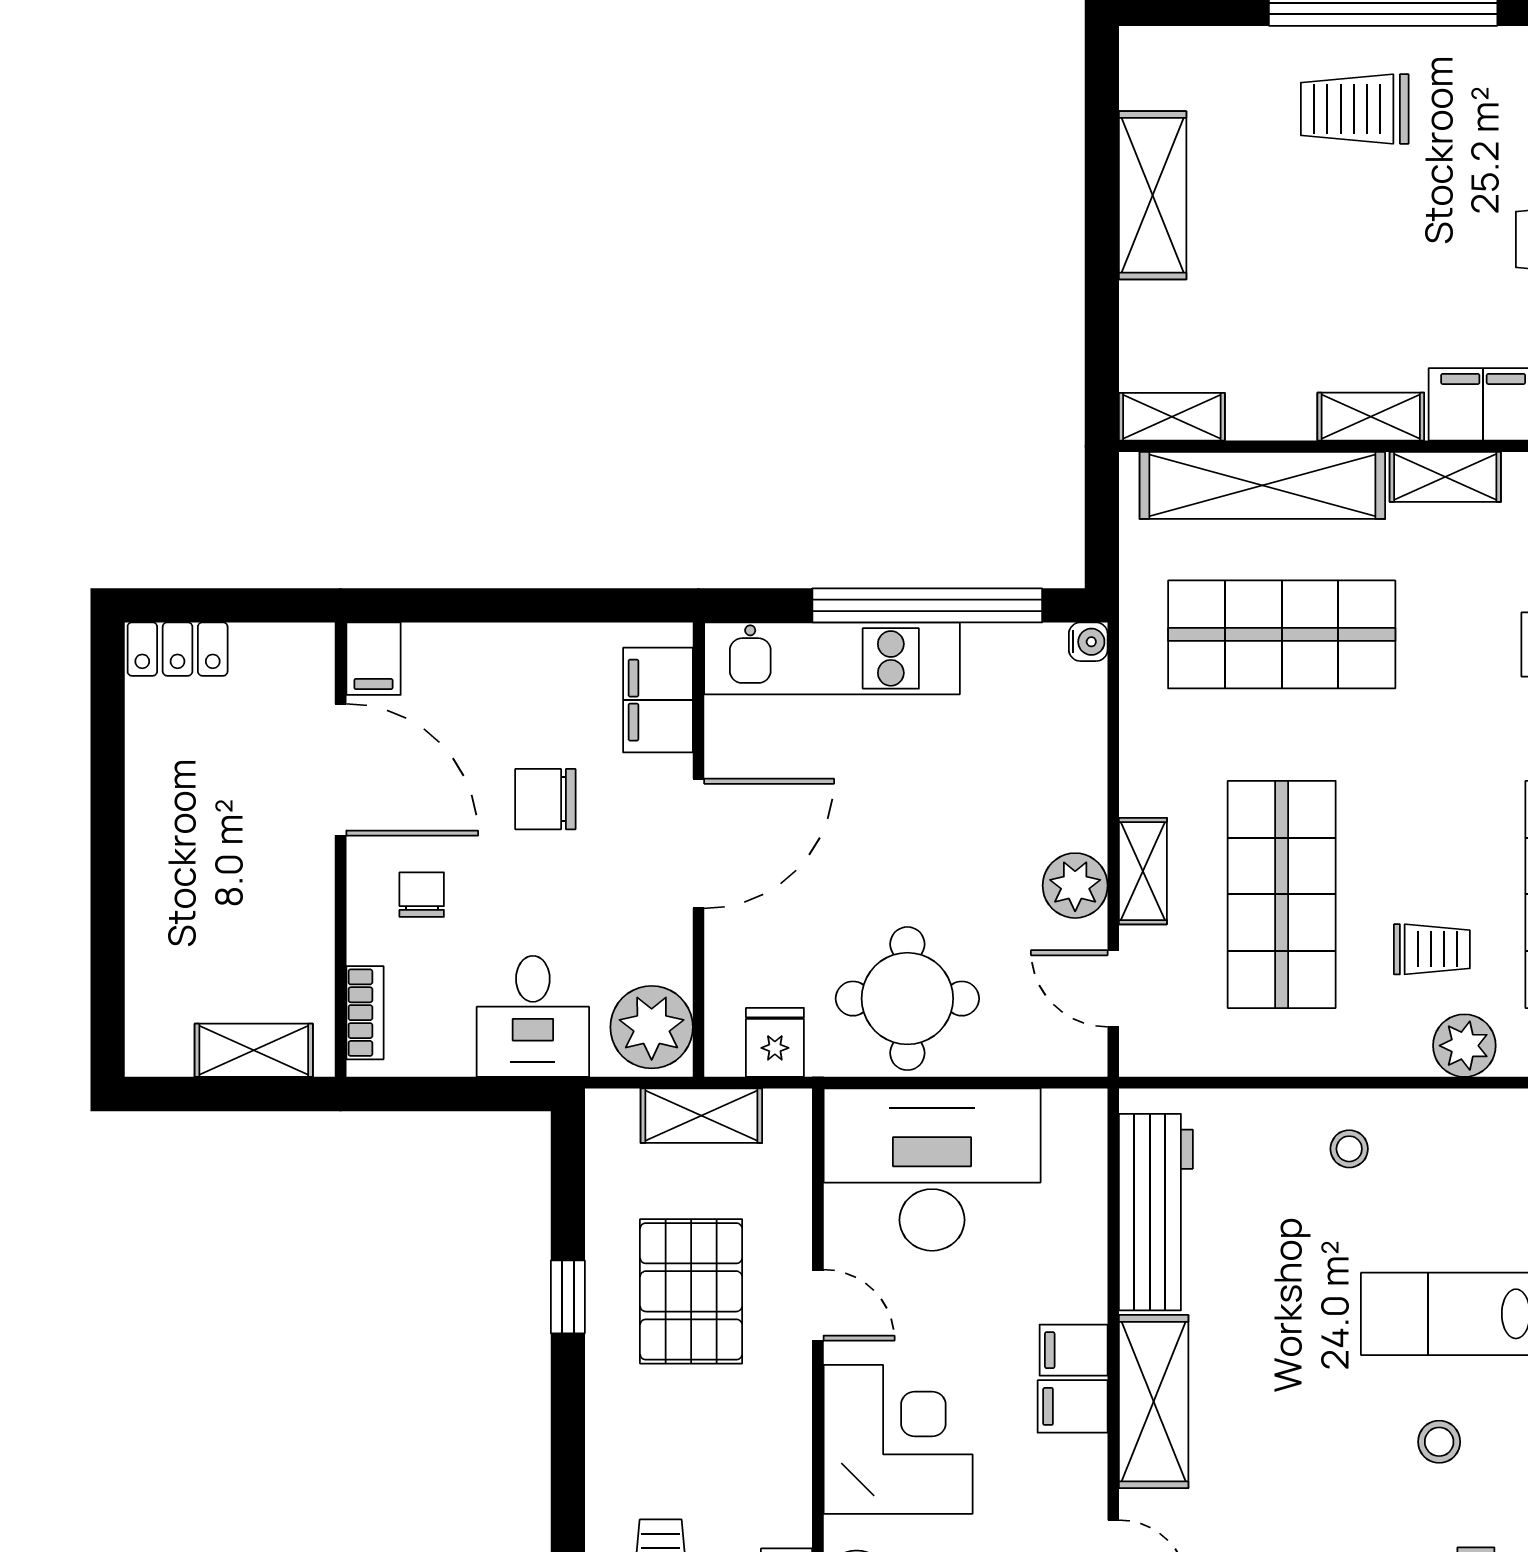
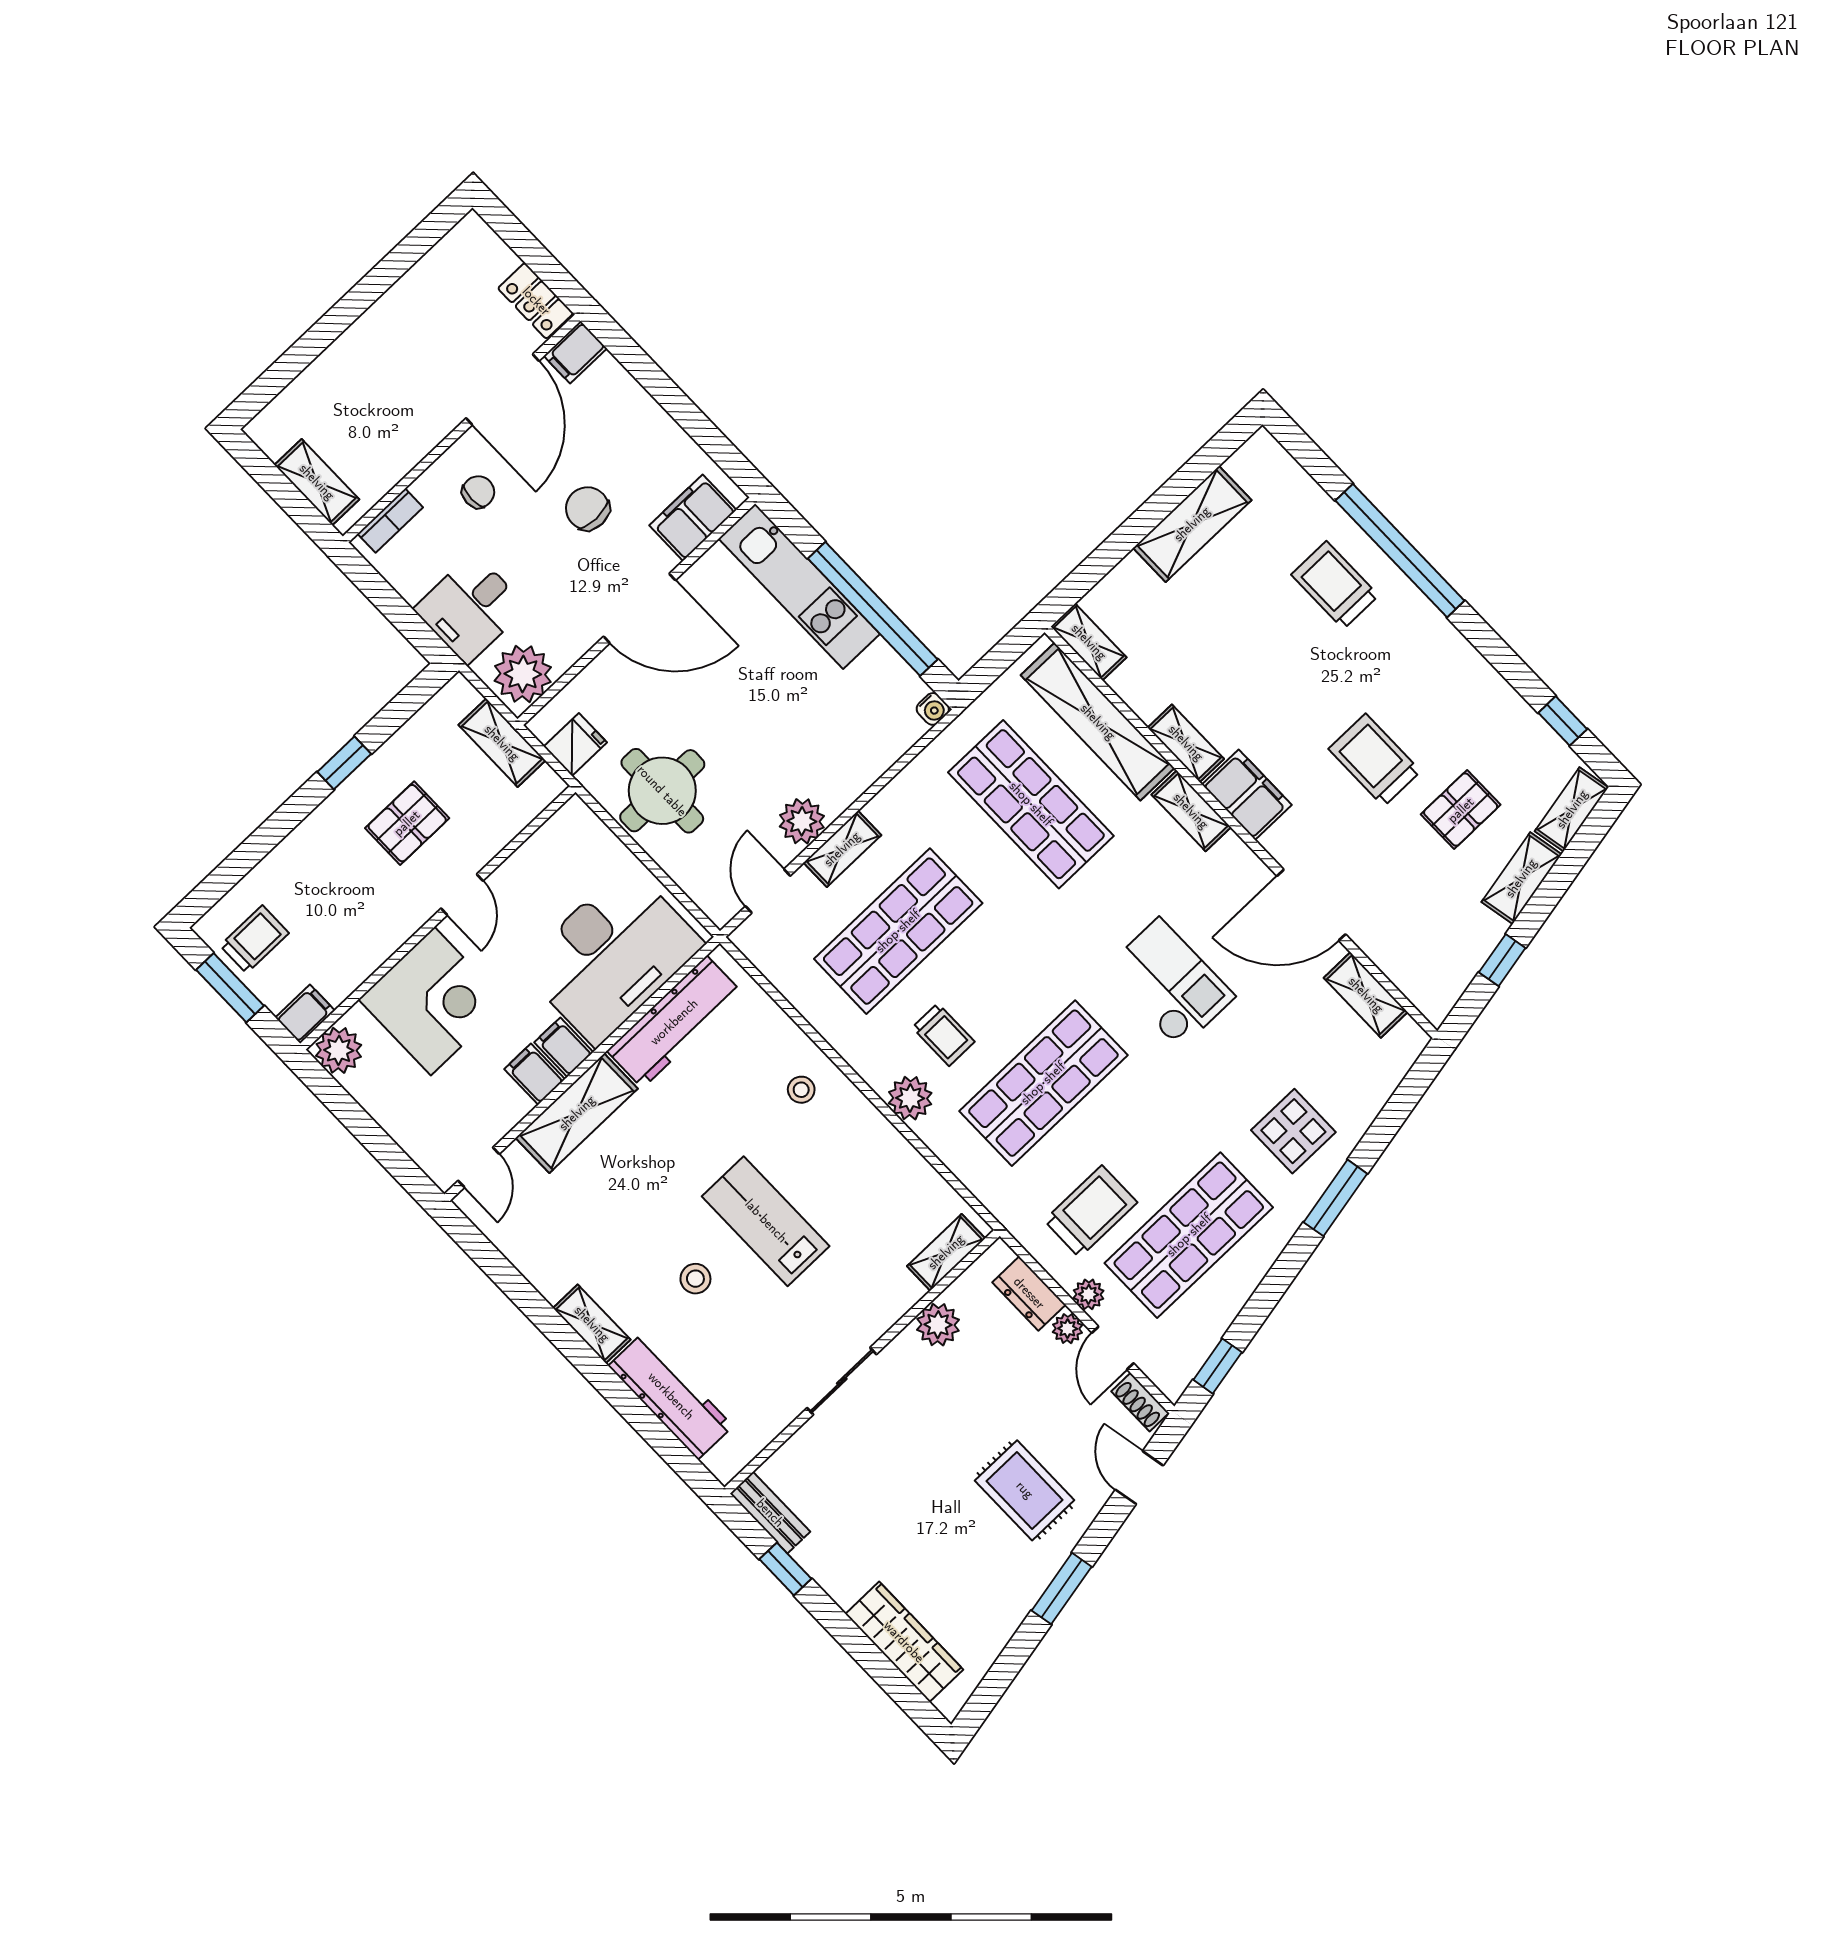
locker: (178, 649) -> (536, 301), moved
desk: (932, 1170) -> (612, 955), moved, turned 90
pallet: (691, 1291) -> (407, 823), width x0.67, depth x0.71

